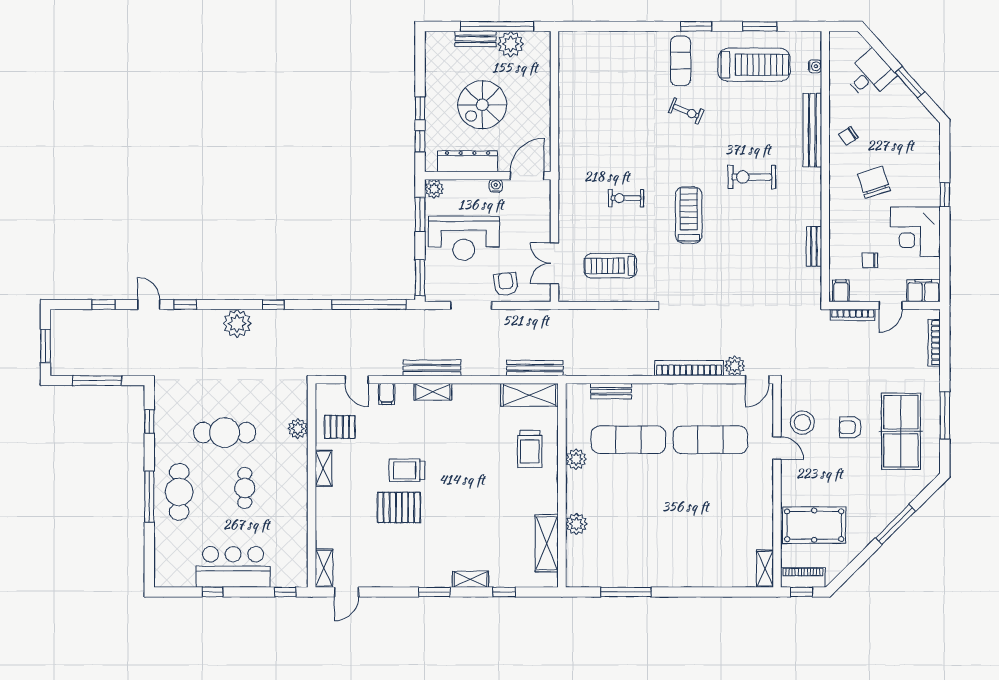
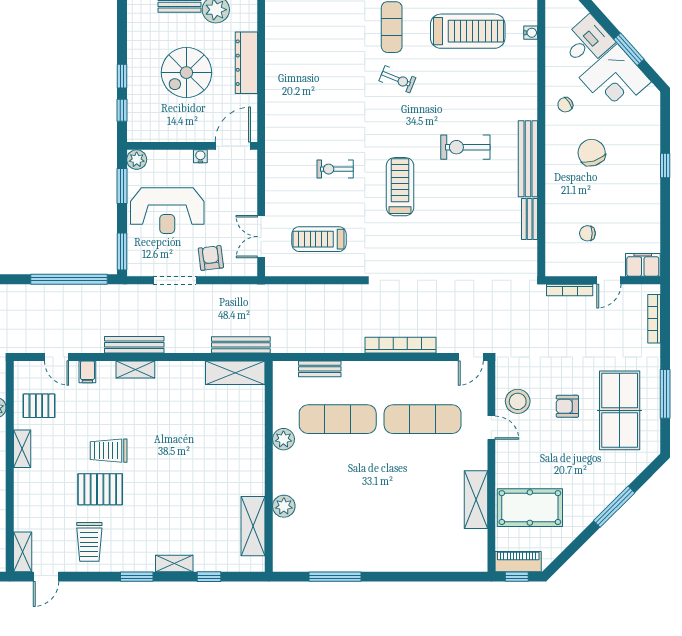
bench: (812, 130) -> (528, 159), moved
dresser: (468, 161) -> (246, 63), moved, turned -90
corner desk: (915, 232) -> (615, 80), moved, turned -42
filing cabinet: (841, 291) -> (558, 265), removed
plant: (735, 366) -> (448, 343), removed
trolley: (530, 449) -> (89, 542), moved
shelving: (765, 569) -> (476, 500), moved, width x1.50, depth x1.33

